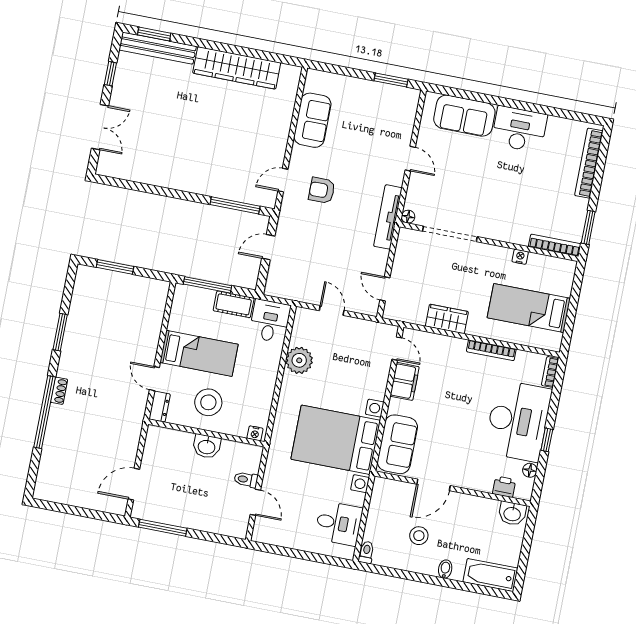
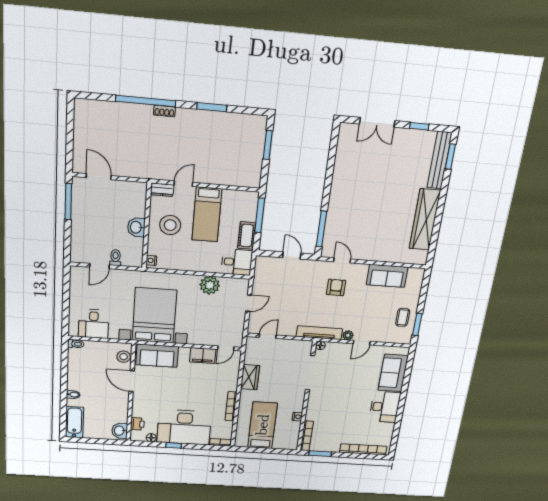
coffee table: (378, 100) -> (403, 317), added
plant: (397, 177) -> (348, 335), added
stool: (419, 536) -> (124, 357), moved

